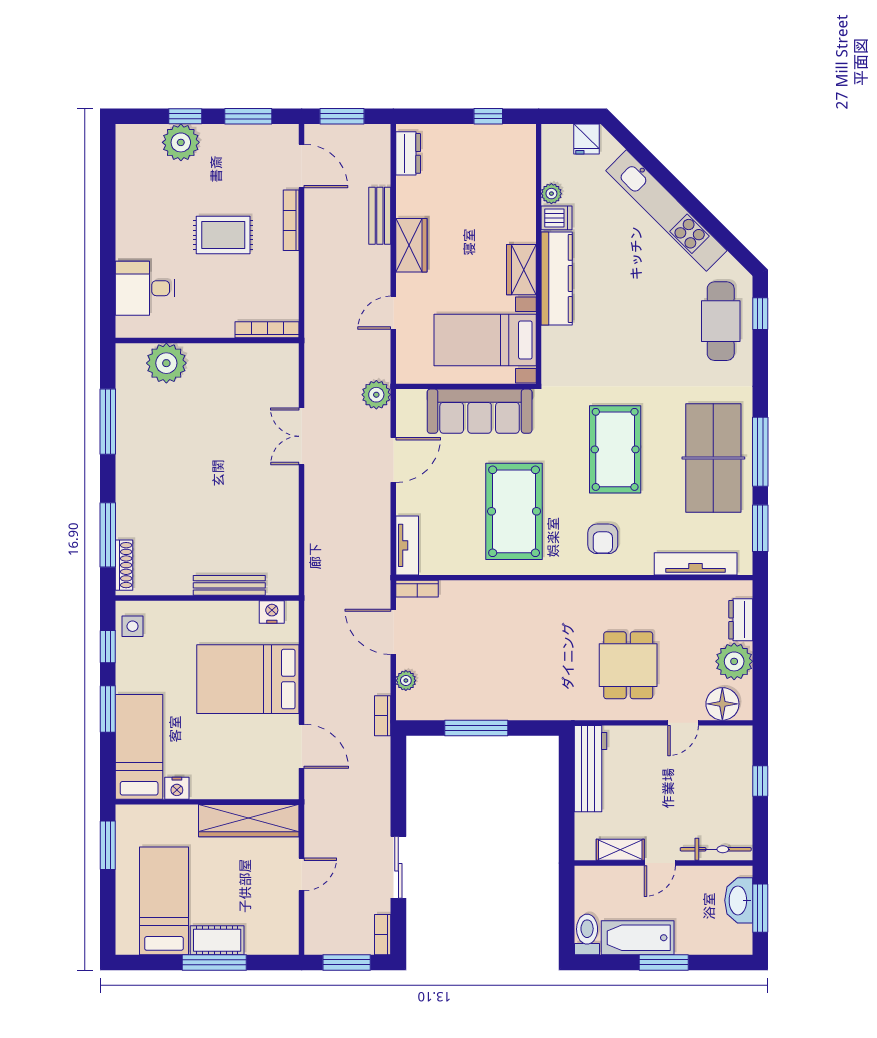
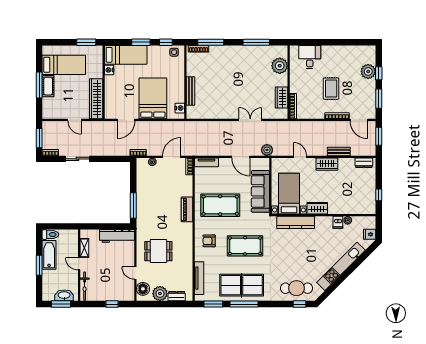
door: (302, 166) -> (359, 120), hinge flipped
kitchen counter: (557, 278) -> (296, 222), moved
wardrobe: (246, 359) -> (281, 98), added
piano: (524, 594) -> (187, 209), added
window: (476, 728) -> (133, 205), moved

